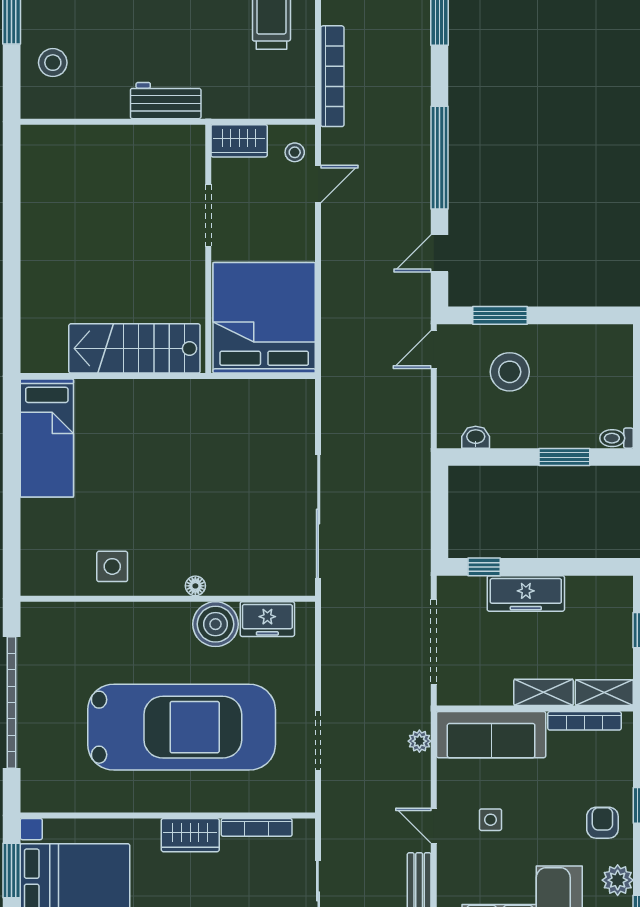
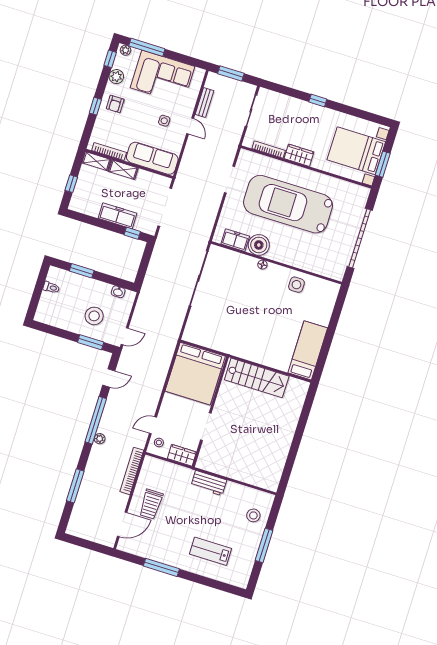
toilet: (617, 438) -> (51, 287), moved
plant: (419, 741) -> (100, 439), moved

